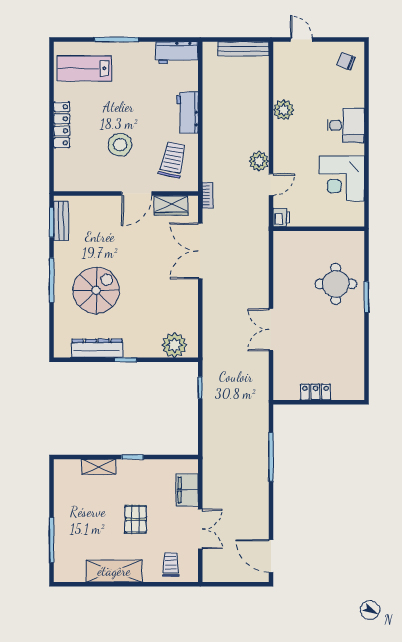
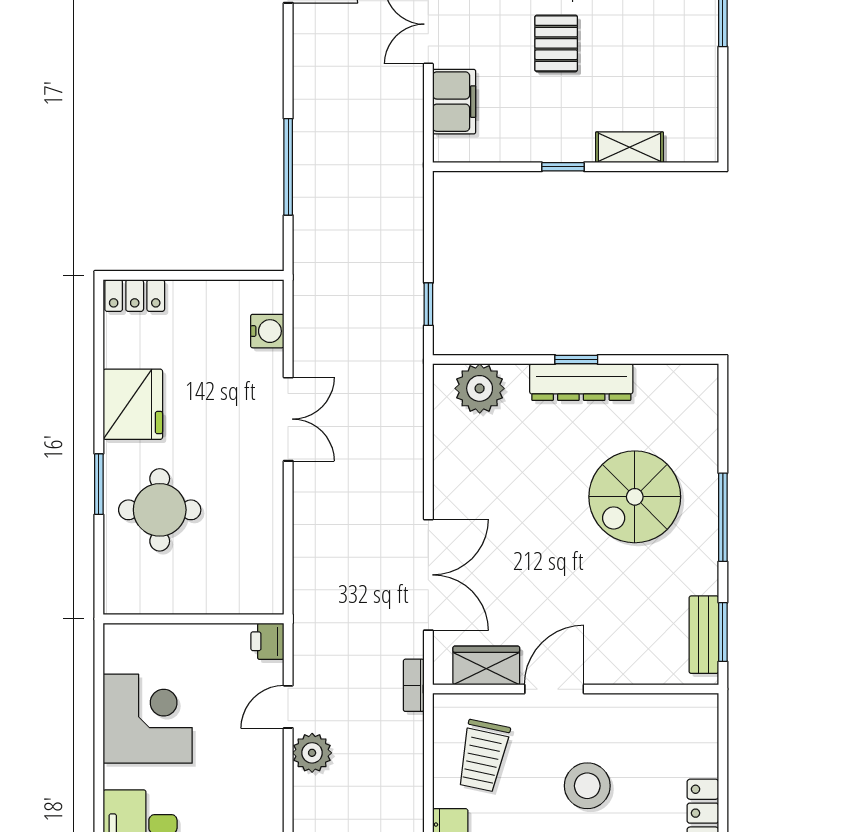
fridge: (349, 337) -> (133, 404), added
dresser: (97, 348) -> (581, 382), moved
water cooler: (282, 374) -> (267, 331), added
locker: (315, 392) -> (135, 296), moved

